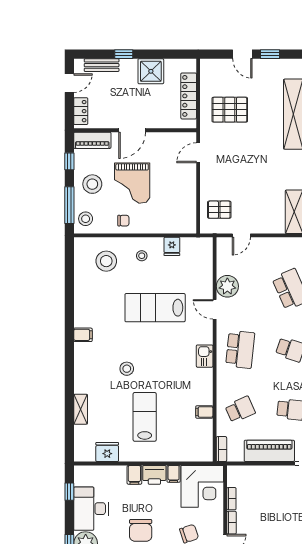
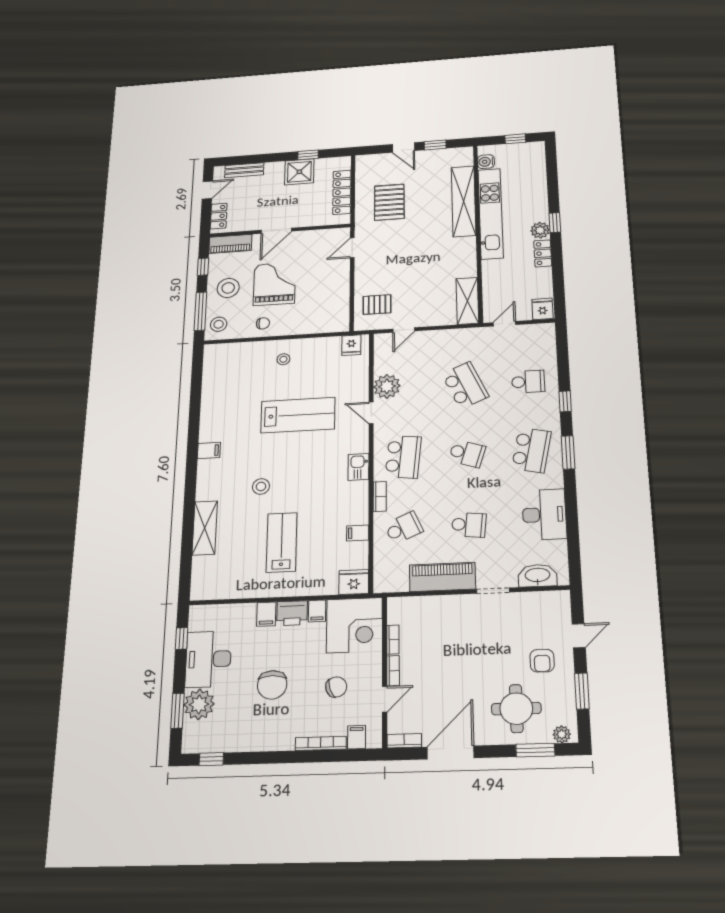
window: (124, 54) -> (308, 155), moved
pallet: (230, 110) -> (389, 202), turned 90
grand piano: (132, 183) -> (274, 284), turned 180
fridge: (172, 246) -> (351, 345), moved
stool: (106, 261) -> (241, 368), removed
lab bench: (155, 308) -> (298, 415), turned 180
shelving: (81, 409) -> (205, 528), width x1.50, depth x1.33
bookcase: (221, 449) -> (380, 497), moved
fridge: (107, 452) -> (354, 582), moved

